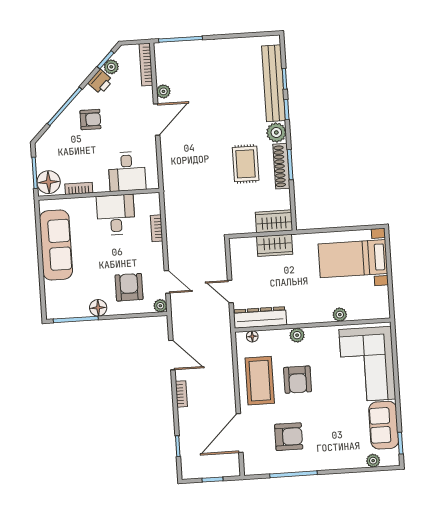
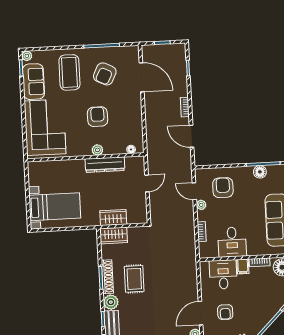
armchair: (90, 120) -> (225, 312), moved, turned -90
filing cabinet: (101, 183) -> (243, 266), added
armchair: (129, 287) -> (223, 188), turned 180
door: (230, 292) -> (147, 183), hinge flipped
plant: (160, 306) -> (201, 205), moved
floor lamp: (98, 308) -> (260, 172), moved
plant: (340, 315) -> (65, 165), removed
dresser: (260, 317) -> (105, 165), moved
coffee table: (260, 381) -> (69, 72), moved
door: (240, 433) -> (142, 77), hinge flipped
armchair: (289, 437) -> (105, 74), turned -64
plant: (373, 461) -> (27, 56), moved

